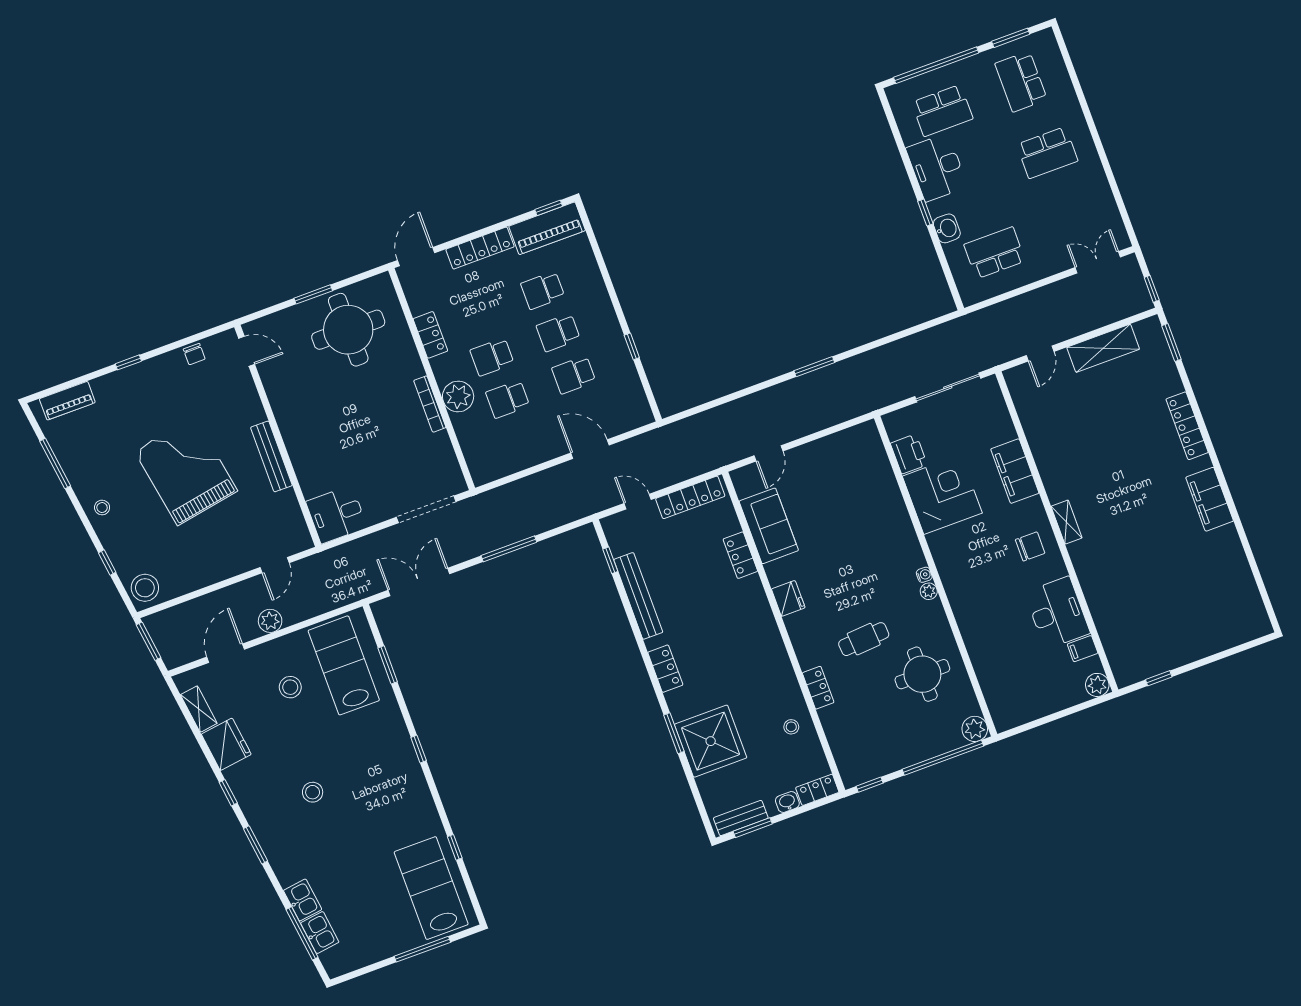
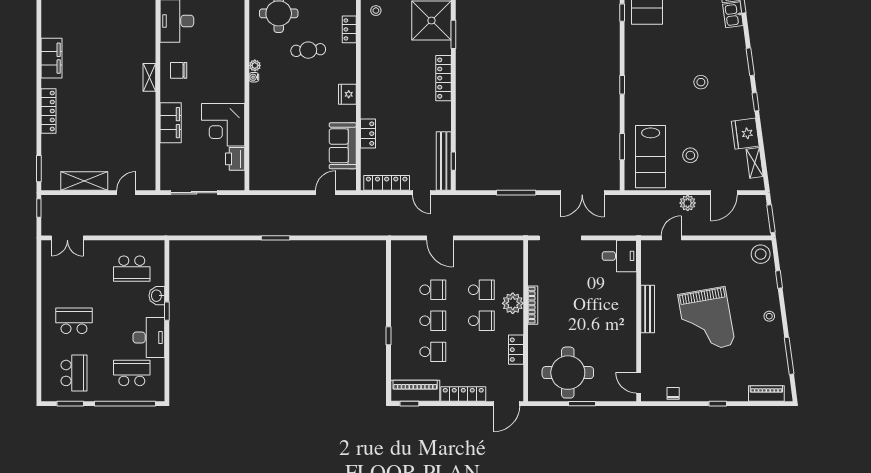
window: (632, 346) -> (388, 336), moved
bench: (638, 596) -> (444, 161), moved
locker: (665, 669) -> (443, 78), width x1.53

